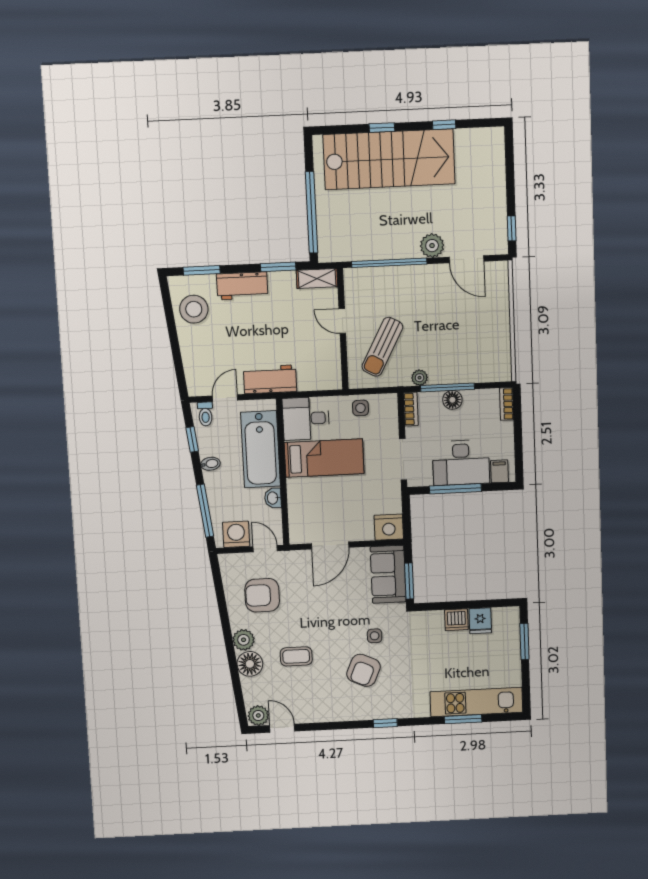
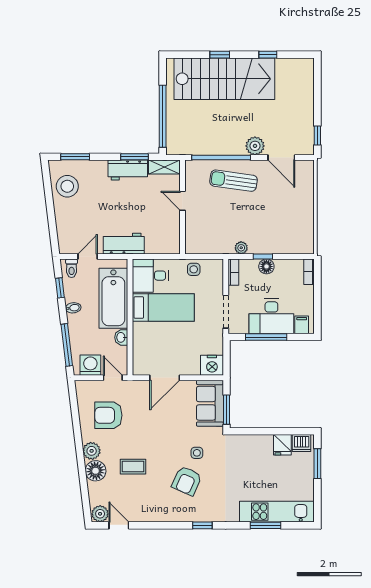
workbench: (242, 286) -> (128, 170), moved
sun lounger: (382, 347) -> (233, 181), moved, turned 70
window: (447, 387) -> (263, 256), width x0.46
dishwasher: (456, 620) -> (302, 443), moved

